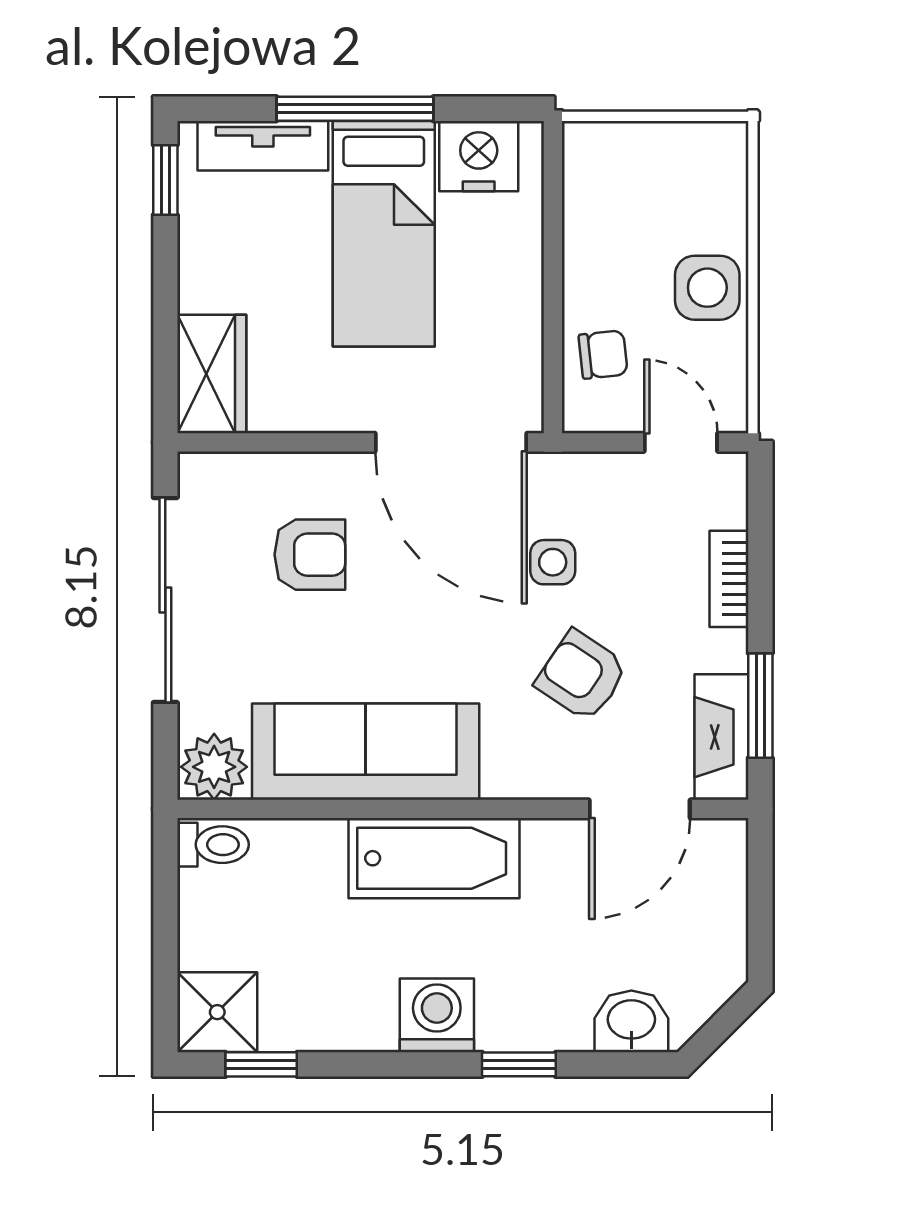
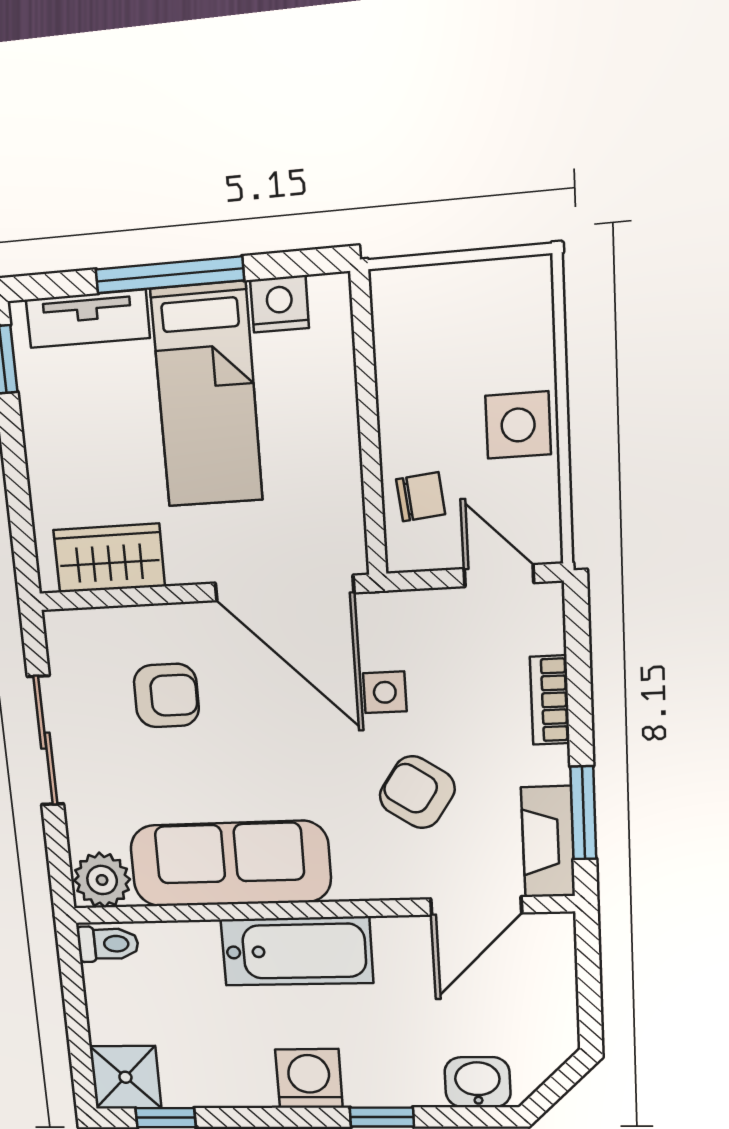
nightstand: (479, 156) -> (280, 304), width x0.74, depth x0.75
wardrobe: (212, 374) -> (109, 558), moved, turned -90
sliding door: (165, 600) -> (45, 741), width x0.73

